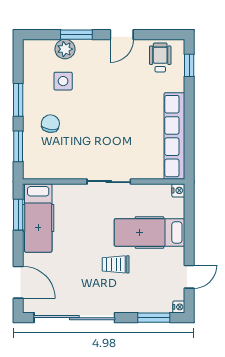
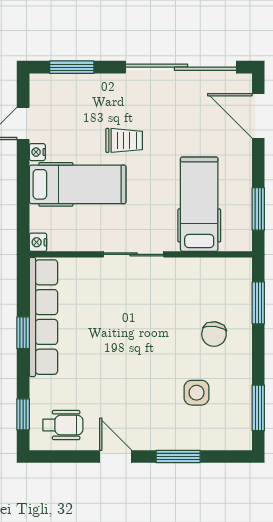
door: (122, 35) -> (116, 457), hinge flipped
plant: (65, 49) -> (194, 437), removed
wheelchair: (160, 58) -> (63, 425), turned -90
window: (18, 100) -> (258, 408), moved
window: (189, 125) -> (23, 333), added
hospital bed: (38, 218) -> (199, 204), moved
nightstand: (179, 307) -> (37, 152), moved

